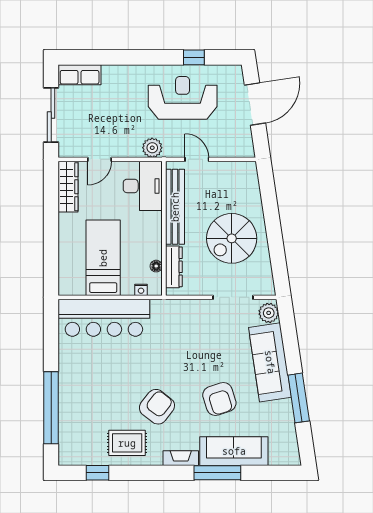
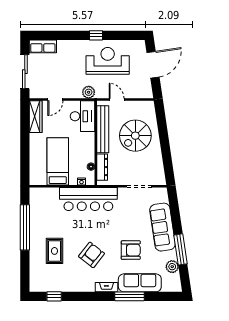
window: (194, 57) -> (96, 35), moved
spiral stairs: (232, 238) -> (135, 136), moved
plant: (269, 313) -> (172, 267), moved
bar counter: (104, 318) -> (88, 199), moved
armchair: (219, 399) -> (131, 250), turned -72
window: (51, 408) -> (25, 227), moved
rug: (127, 443) -> (54, 251), moved, turned 90

